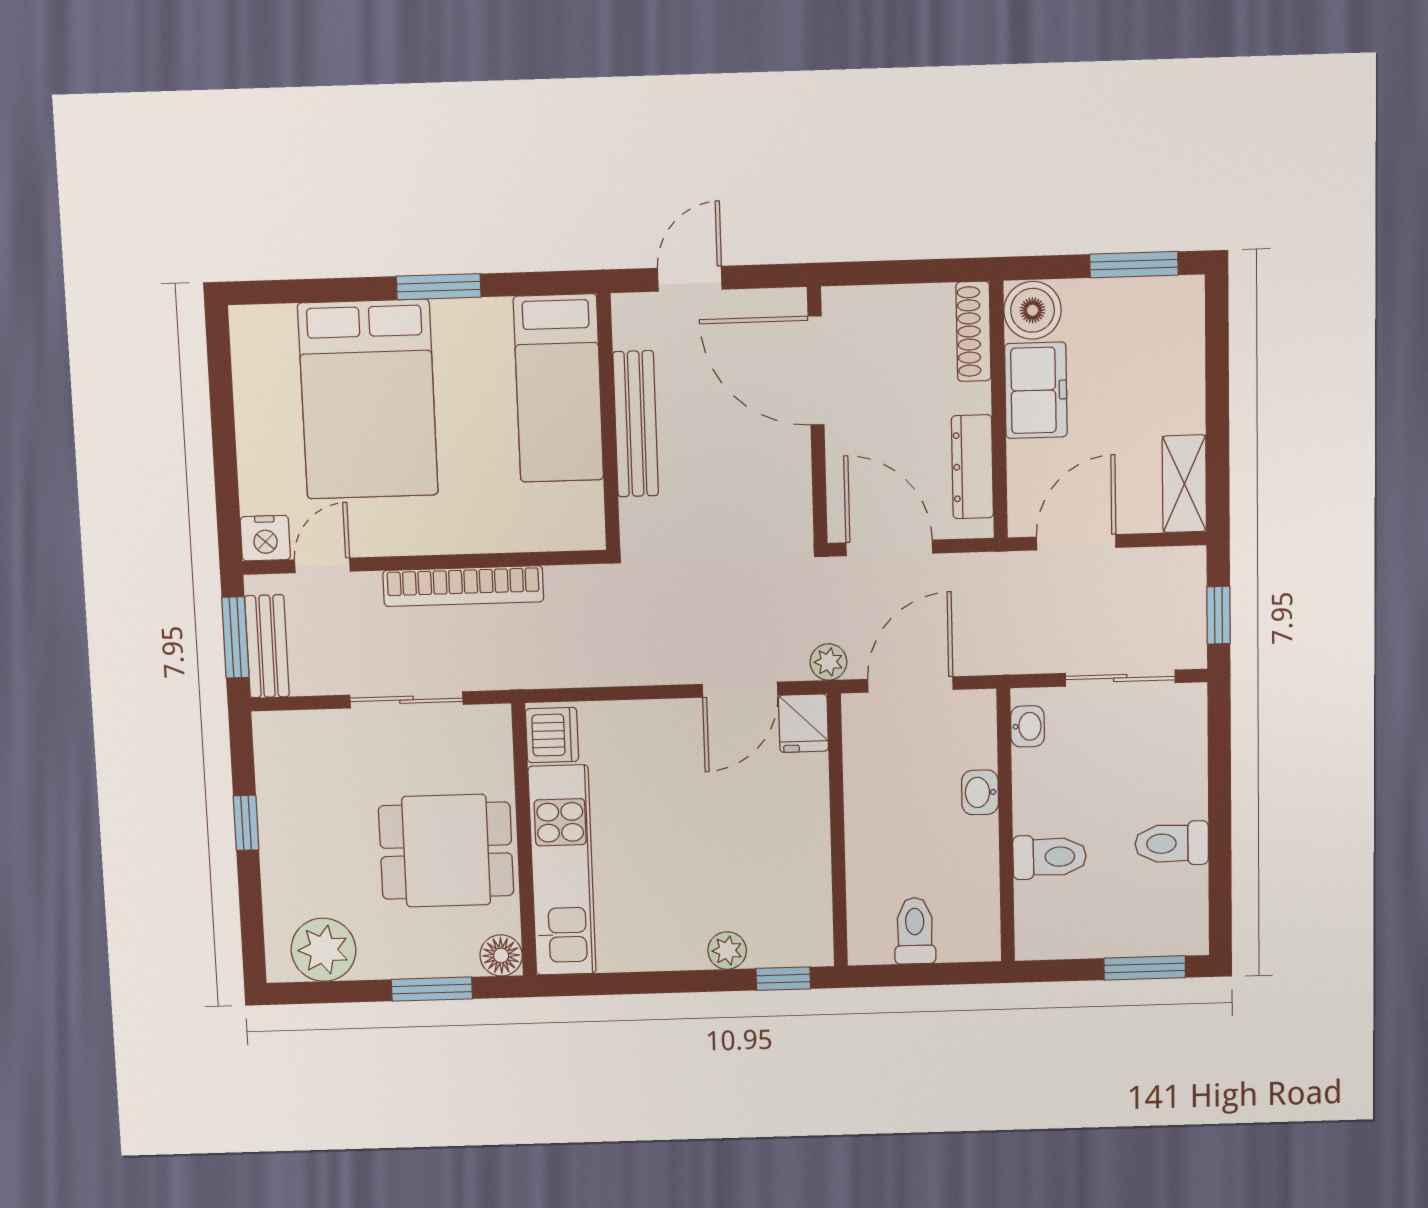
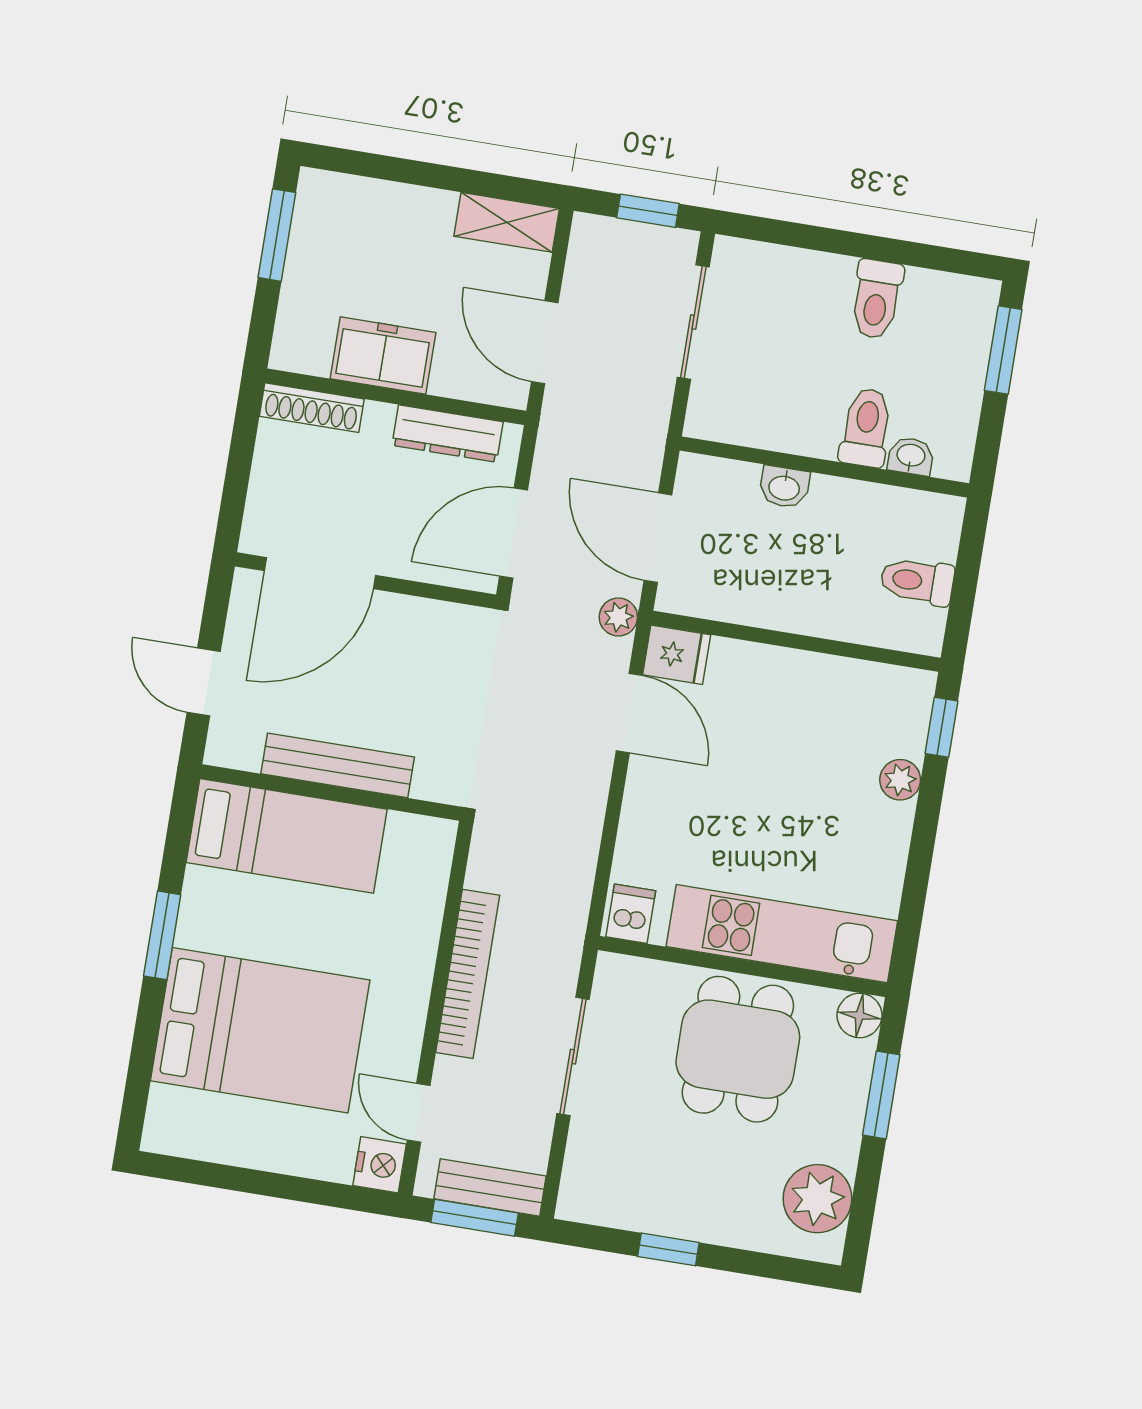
boiler: (1033, 310) -> (302, 345), removed
washbasin: (1028, 726) -> (911, 456), moved
dishwasher: (552, 735) -> (631, 914), width x0.73

